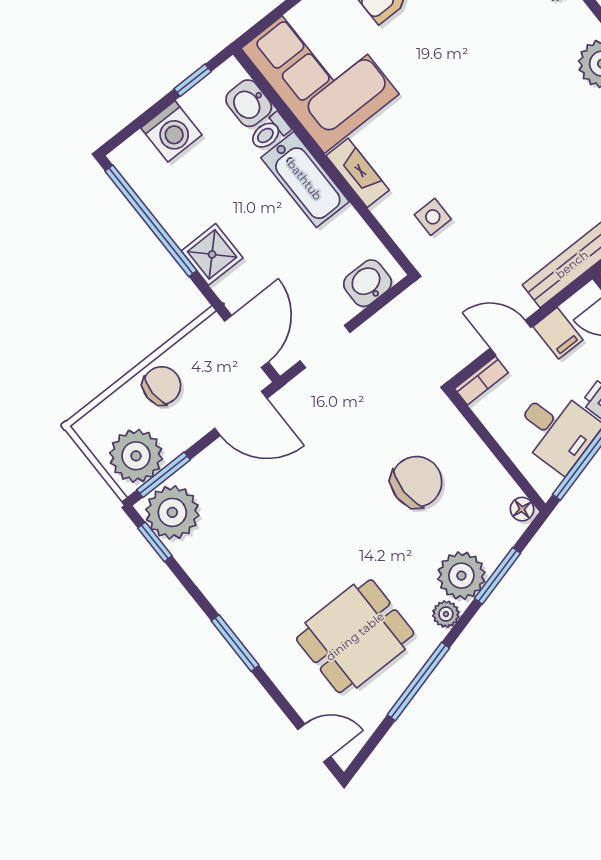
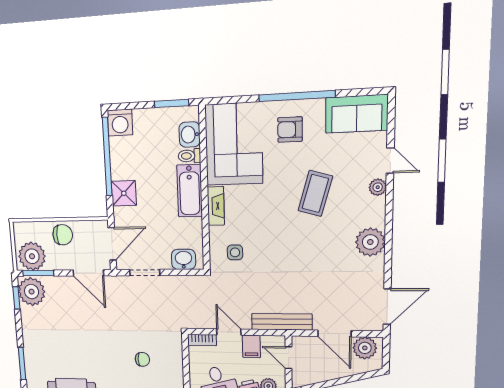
coffee table: (480, 55) -> (315, 193), added
window: (193, 80) -> (171, 103), width x1.50
washing machine: (171, 131) -> (120, 123), moved
chair: (416, 482) -> (142, 359), width x0.54, depth x0.54

